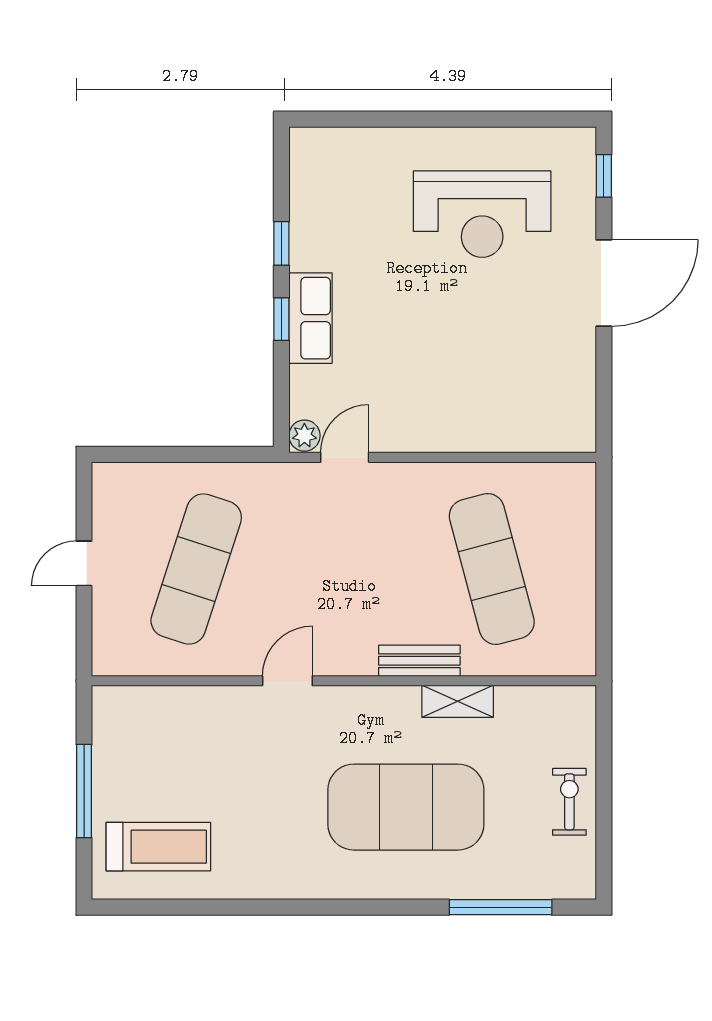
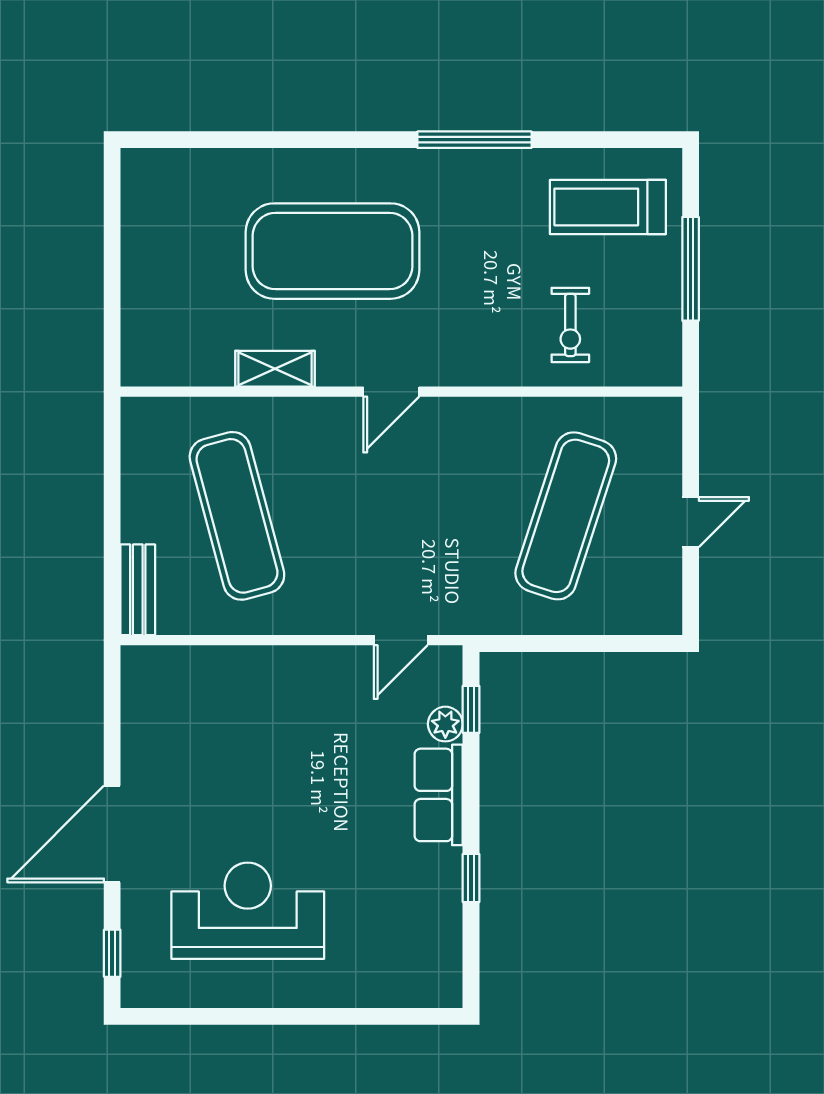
window: (281, 319) -> (471, 709), moved
plant: (304, 436) -> (445, 724), moved
bench: (419, 661) -> (138, 590), moved, turned 90
door: (287, 681) -> (391, 392), moved
exercise bike: (569, 802) -> (570, 325), moved
window: (501, 907) -> (474, 140), moved

